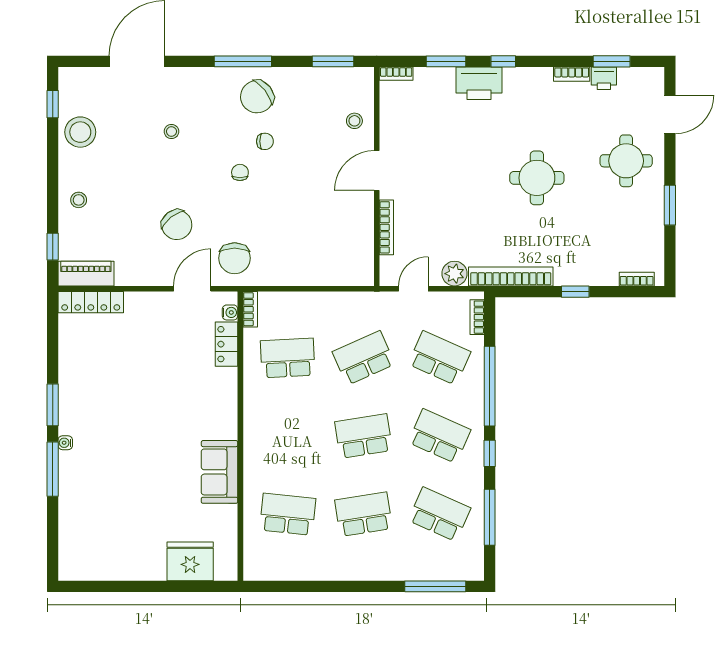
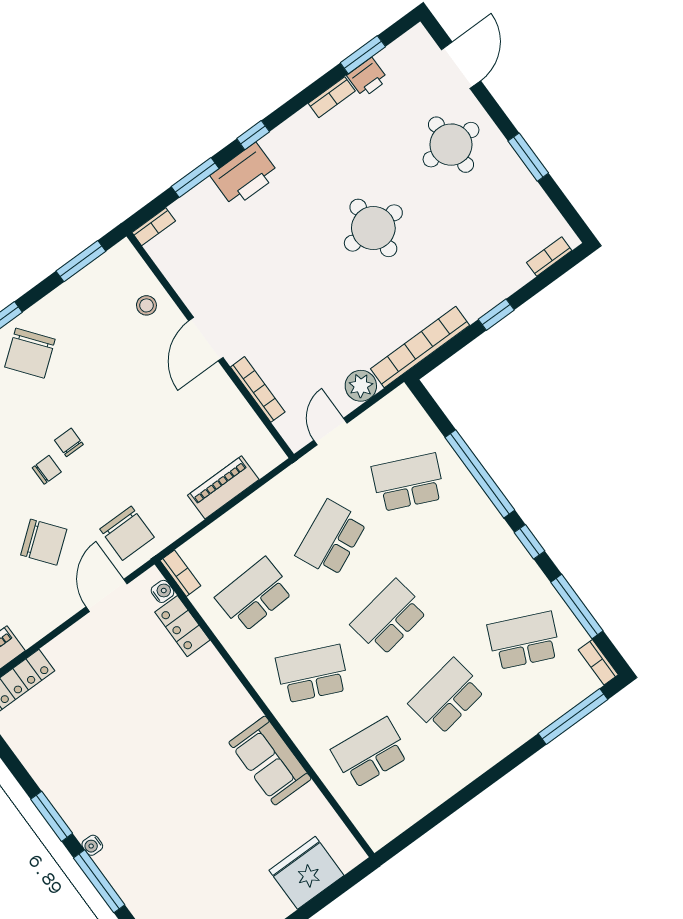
chair: (265, 141) -> (47, 470), moved
piano: (318, 274) -> (223, 487), added
bookcase: (477, 317) -> (598, 662), moved
school desk: (439, 436) -> (312, 674), moved

